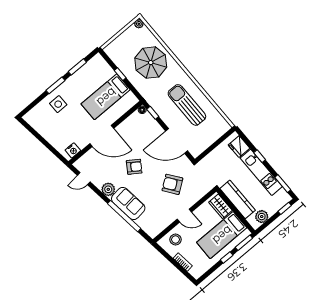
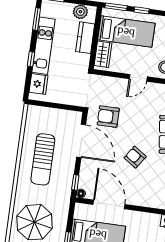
door: (102, 136) -> (109, 204), moved
armchair: (172, 184) -> (108, 117), moved, turned 126
kitchen counter: (238, 199) -> (85, 38), width x0.67
door: (184, 216) -> (138, 78), swing flipped

